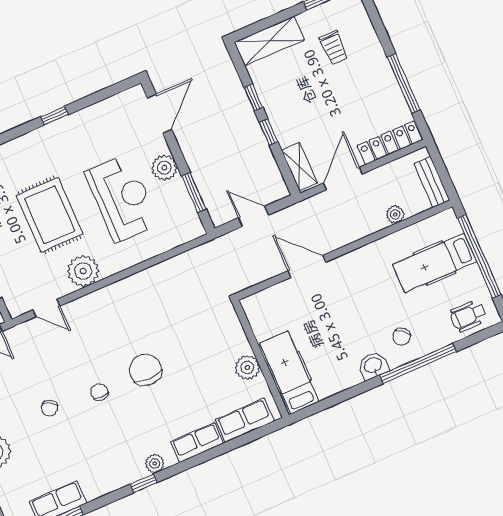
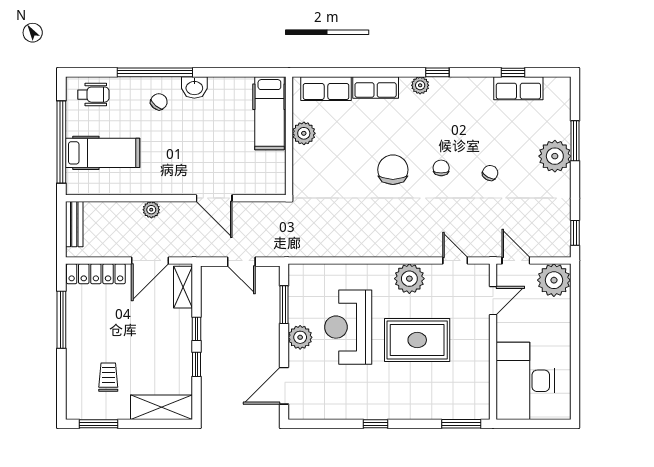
plant: (395, 214) -> (151, 210), moved
rug: (50, 215) -> (417, 340), turned 90
chair: (145, 370) -> (393, 170), turned 180
chair: (99, 392) -> (441, 168), turned 180

